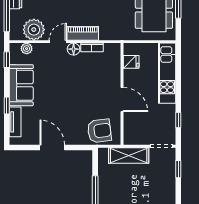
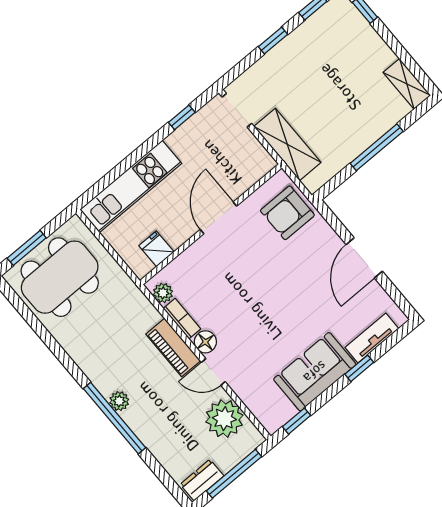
plant: (27, 49) -> (163, 293), moved
armchair: (99, 131) -> (287, 213), turned -83
window: (178, 169) -> (273, 41), moved

